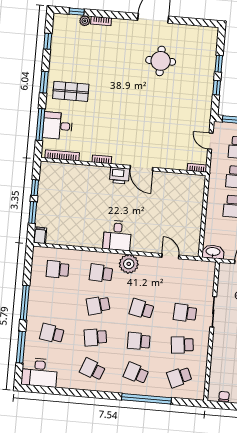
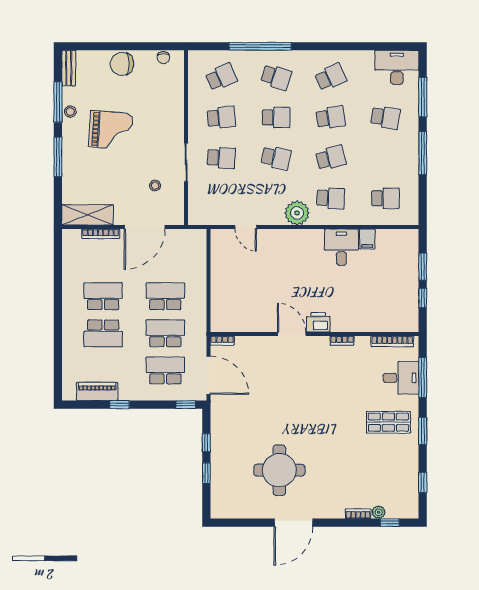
round table: (161, 61) -> (279, 470), width x1.36, depth x1.36
door: (210, 141) -> (208, 375), width x1.87
filing cabinet: (40, 235) -> (367, 239), moved
desk: (117, 235) -> (341, 247), moved
washbasin: (213, 252) -> (193, 237), removed
school desk: (93, 369) -> (331, 77), turned -45

